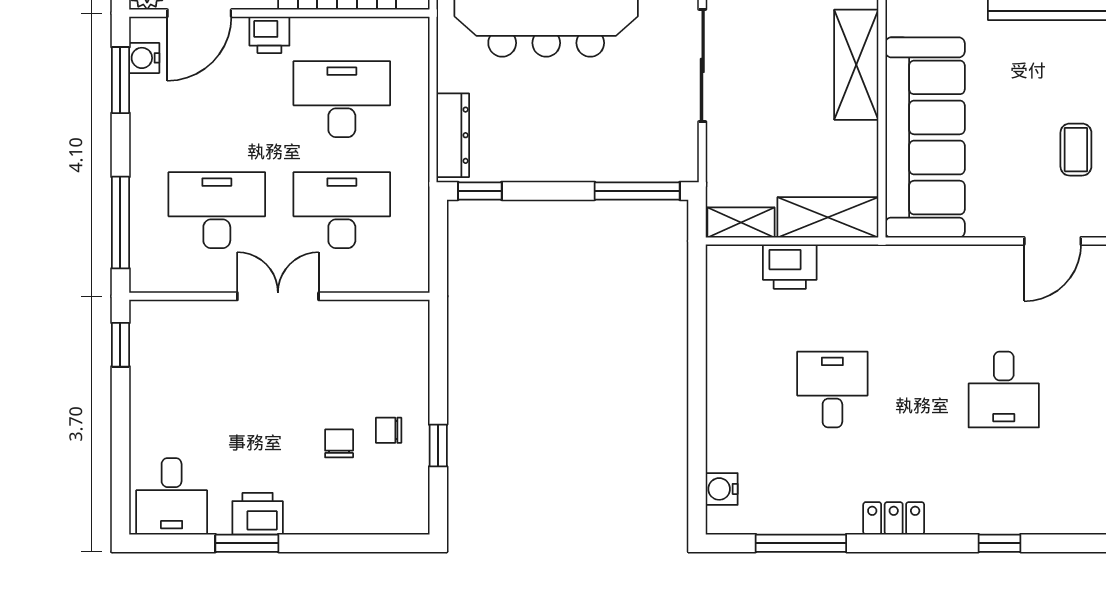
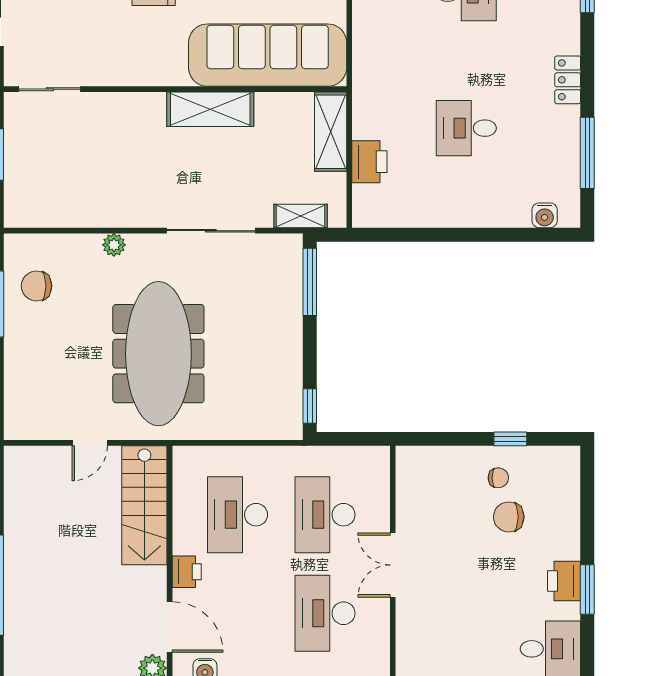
dresser: (453, 135) -> (266, 427), removed
shelving: (741, 222) -> (301, 216), moved, turned 90
chair: (389, 430) -> (498, 478), turned -90
chair: (339, 443) -> (509, 517), width x1.37, depth x1.37

